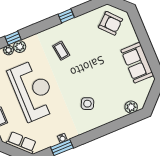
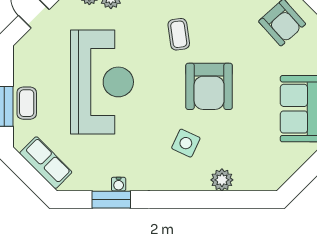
armchair: (87, 70) -> (209, 86), added
plant: (131, 107) -> (222, 180), moved

